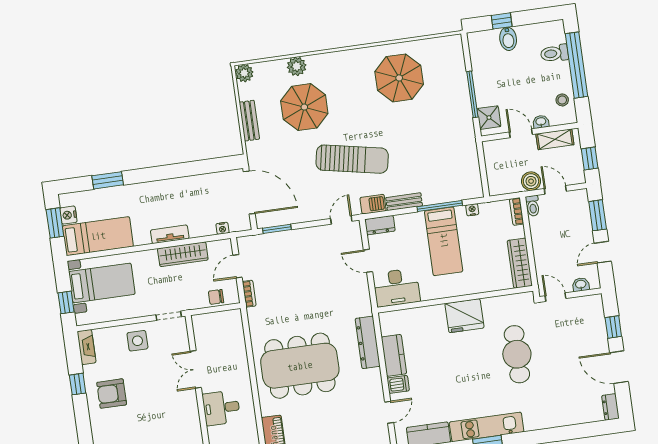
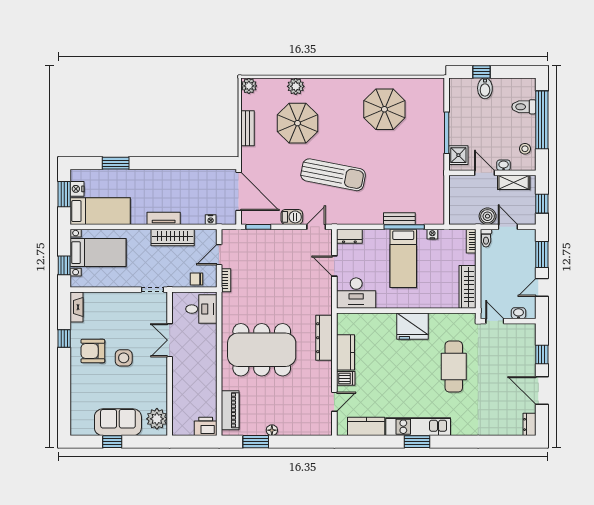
bench: (404, 202) -> (399, 219), moved
barbecue: (373, 204) -> (292, 217), moved
side table: (137, 341) -> (124, 358), moved
desk: (221, 408) -> (201, 309), moved, turned 180

